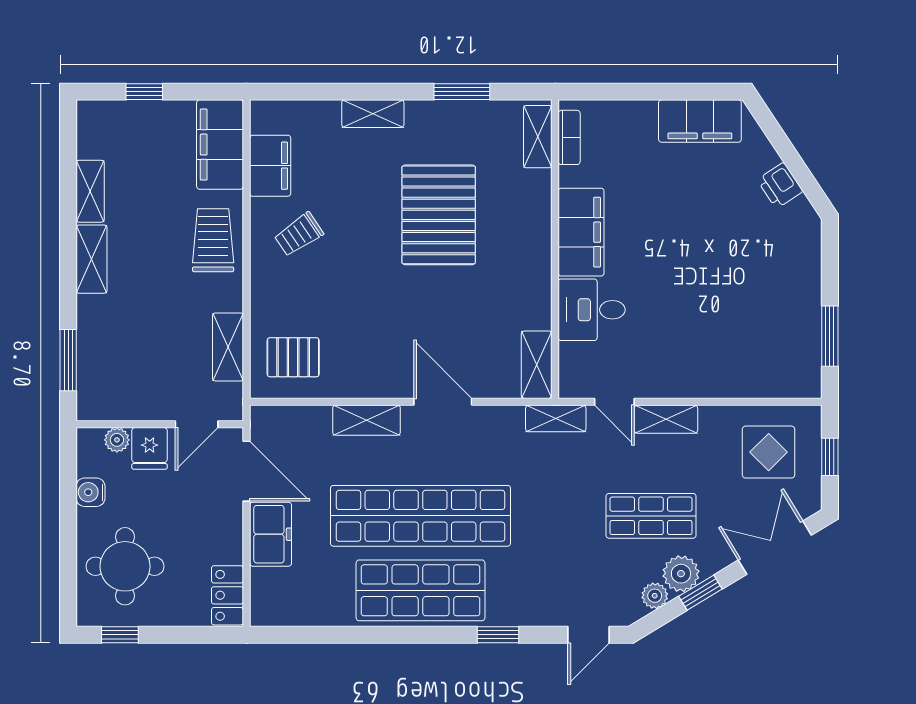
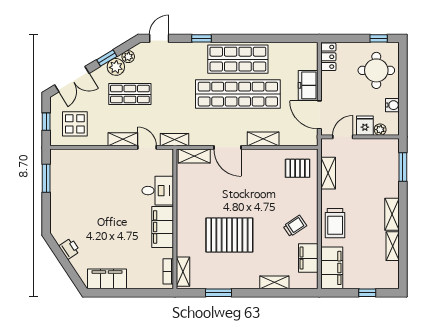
shelving: (373, 114) -> (274, 282), moved
pallet: (439, 215) -> (229, 235), turned 90
shelving: (537, 365) -> (194, 156), moved, turned 90

